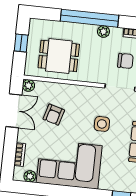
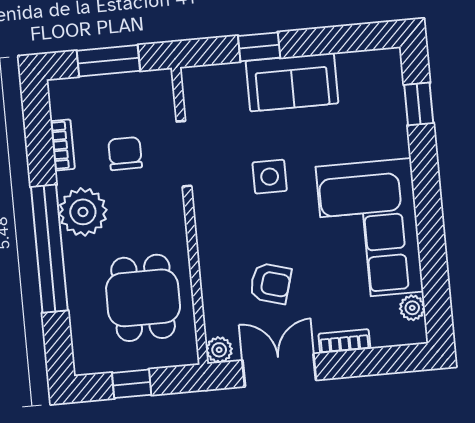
plant: (103, 32) -> (83, 212), width x1.88, depth x1.88
bookcase: (20, 155) -> (344, 341), moved

